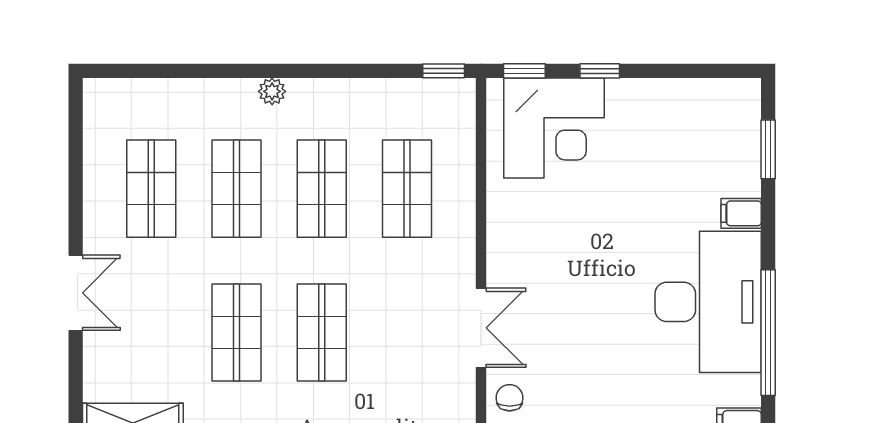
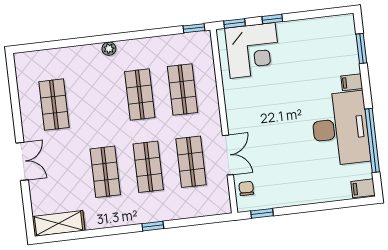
shop shelf: (237, 189) -> (191, 162), moved

